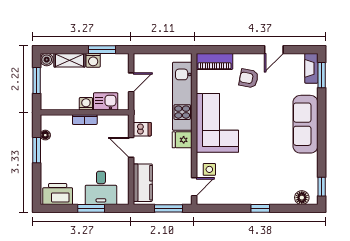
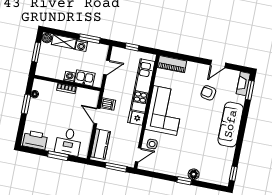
window: (159, 50) -> (132, 47), added
armchair: (249, 78) -> (208, 93), moved
floor lamp: (302, 198) -> (194, 174), moved

